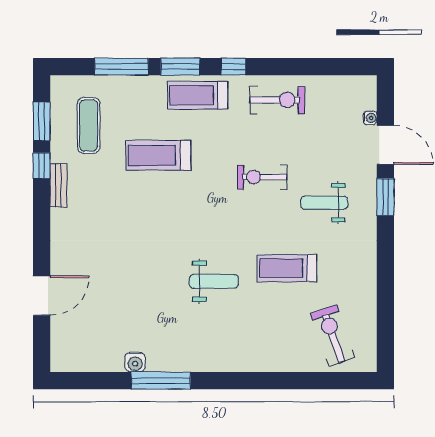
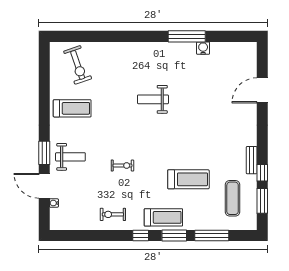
exercise bike: (277, 100) -> (113, 214), width x0.73, depth x0.72
exercise bike: (262, 177) -> (122, 166), width x0.73, depth x0.72
weight bench: (324, 203) -> (70, 157), moved
treadmill: (287, 268) -> (72, 108), moved

